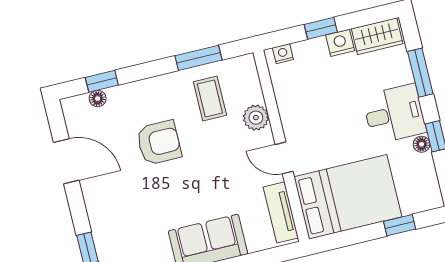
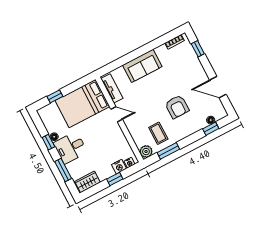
nightstand: (340, 43) -> (119, 167), moved
plant: (256, 118) -> (146, 152), moved
armchair: (159, 143) -> (177, 107), turned -90

